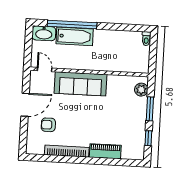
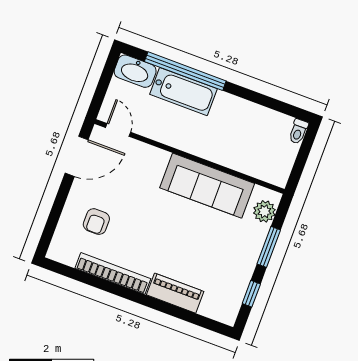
sofa: (80, 84) -> (207, 186), moved
door: (25, 105) -> (77, 156), moved
armchair: (48, 125) -> (96, 222), turned -90

